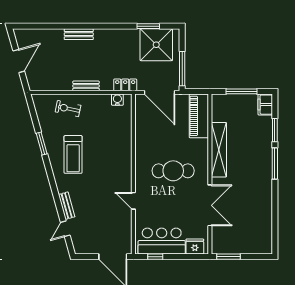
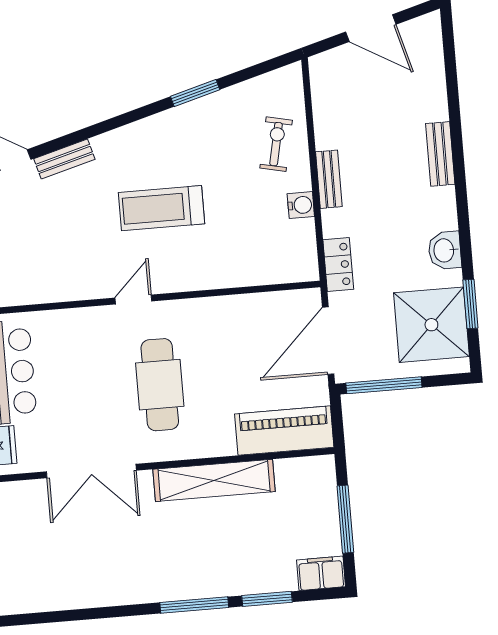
washbasin: (123, 36) -> (445, 250), added
water cooler: (117, 100) -> (301, 205), moved
treadmill: (73, 154) -> (162, 208), moved
door: (133, 201) -> (133, 300), moved

